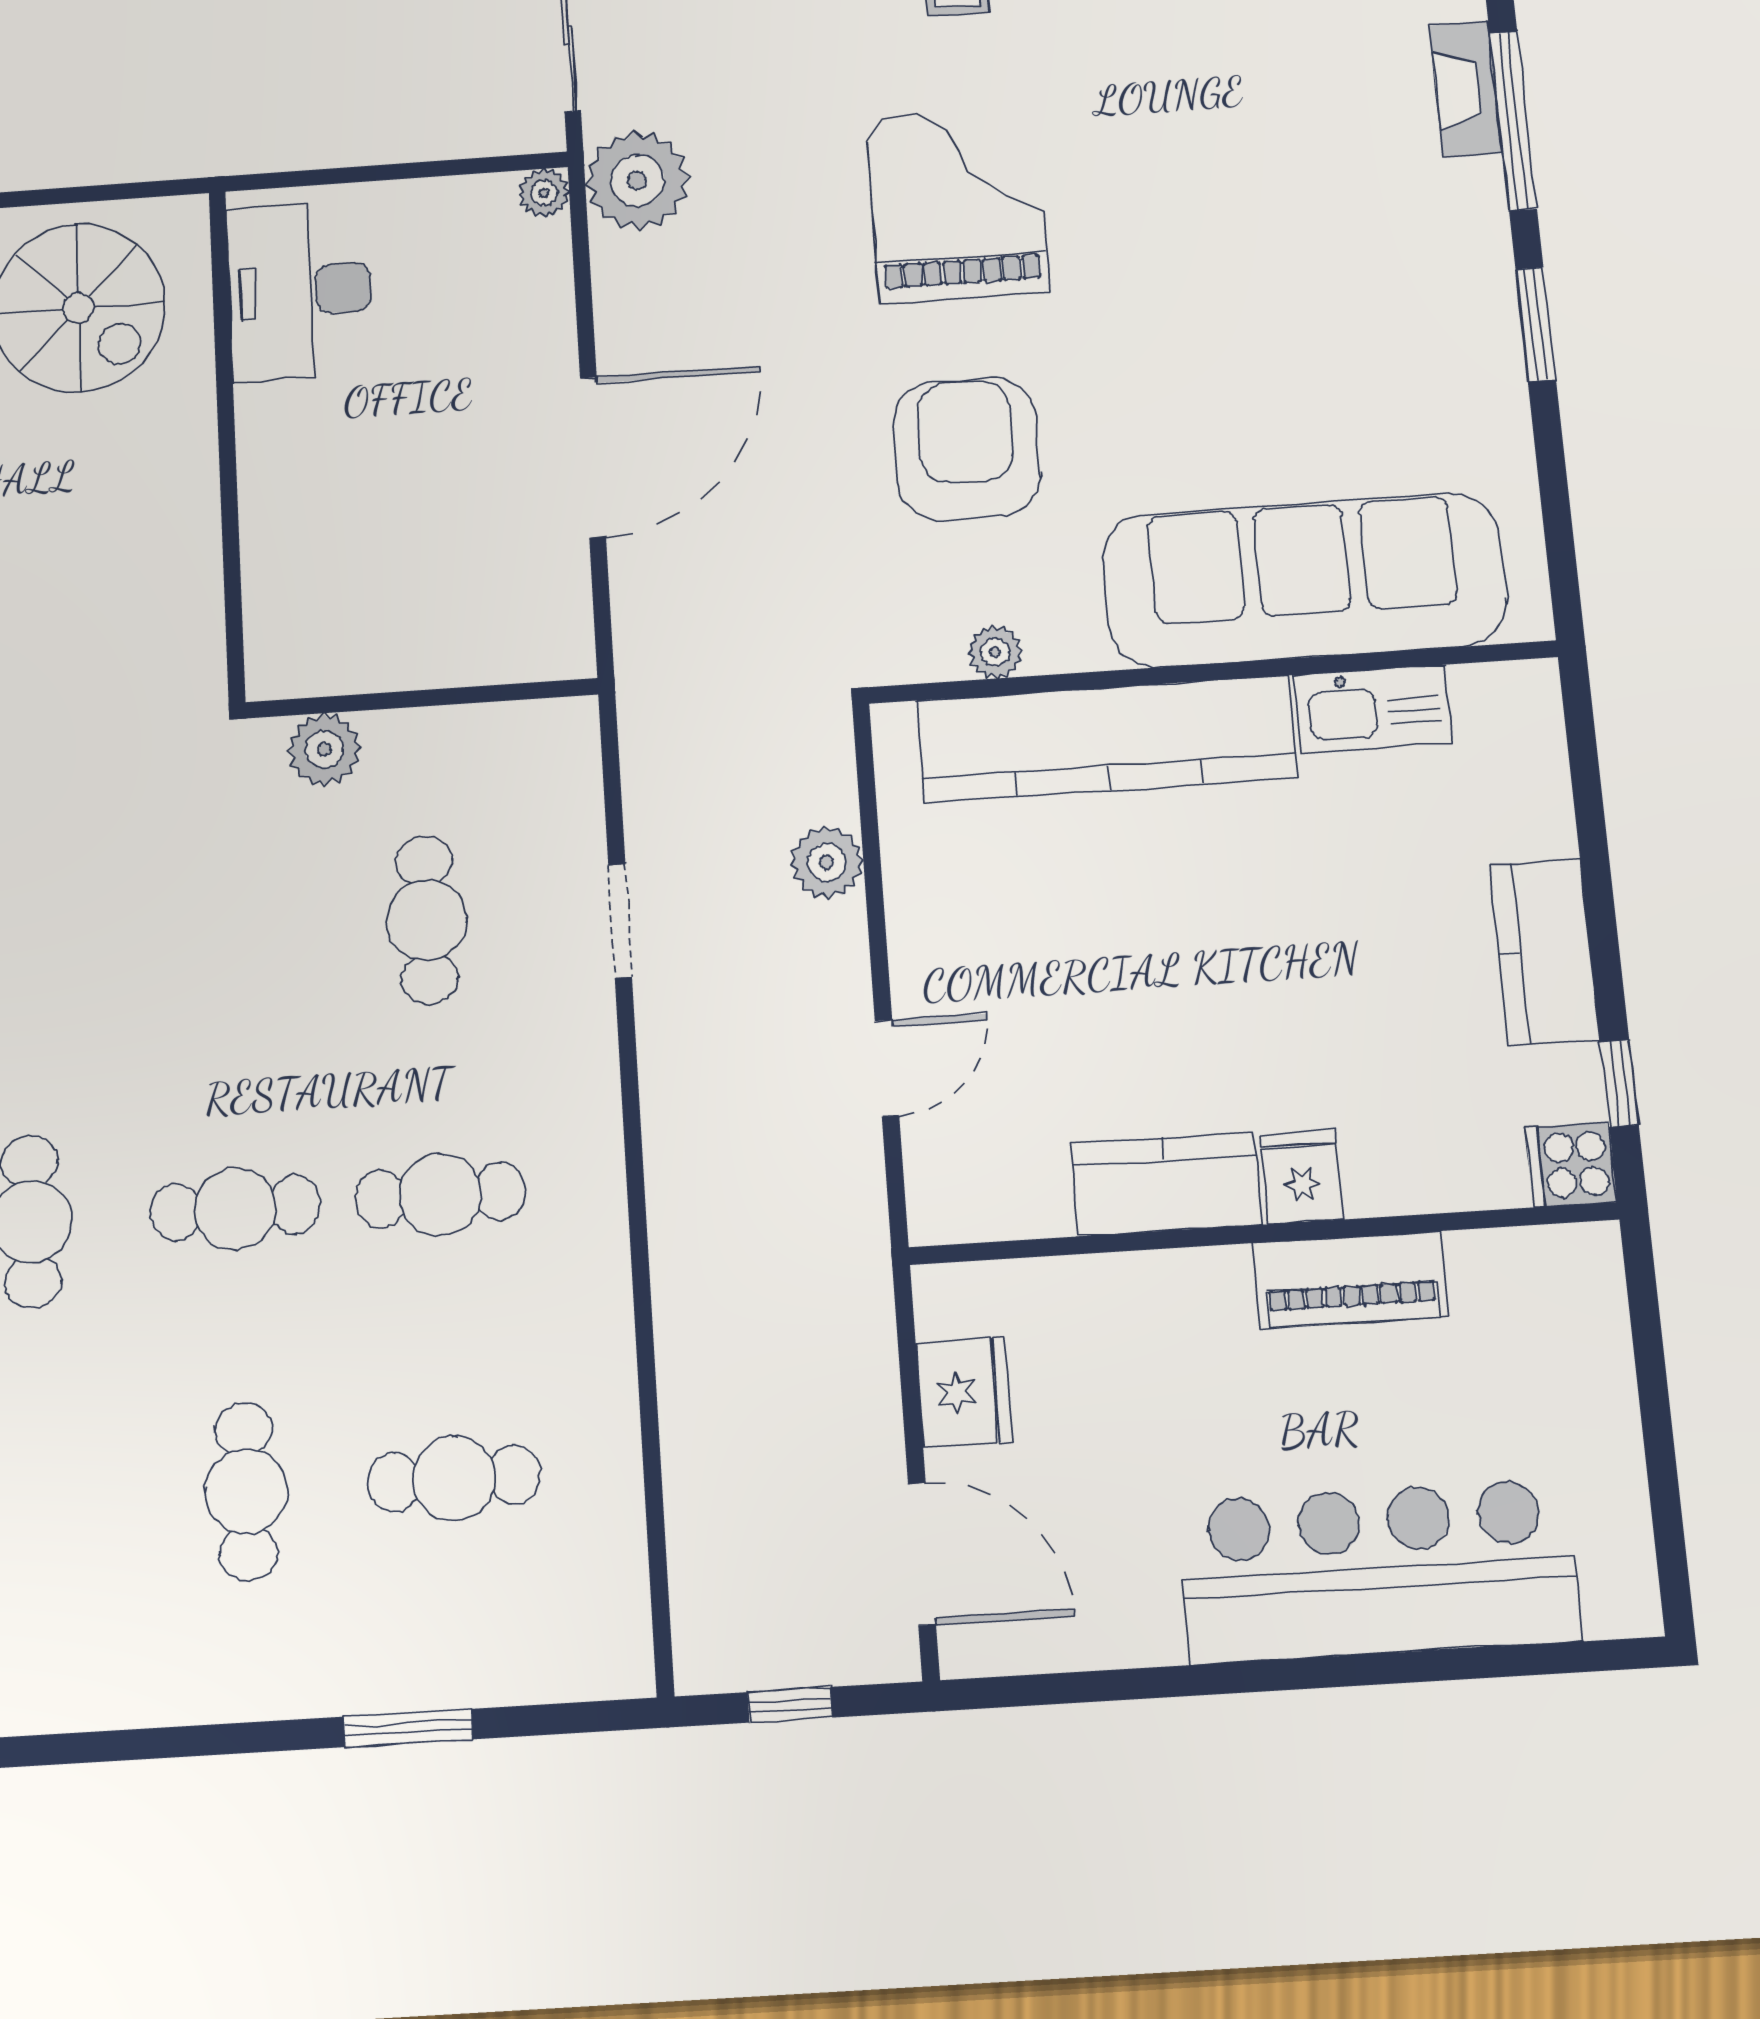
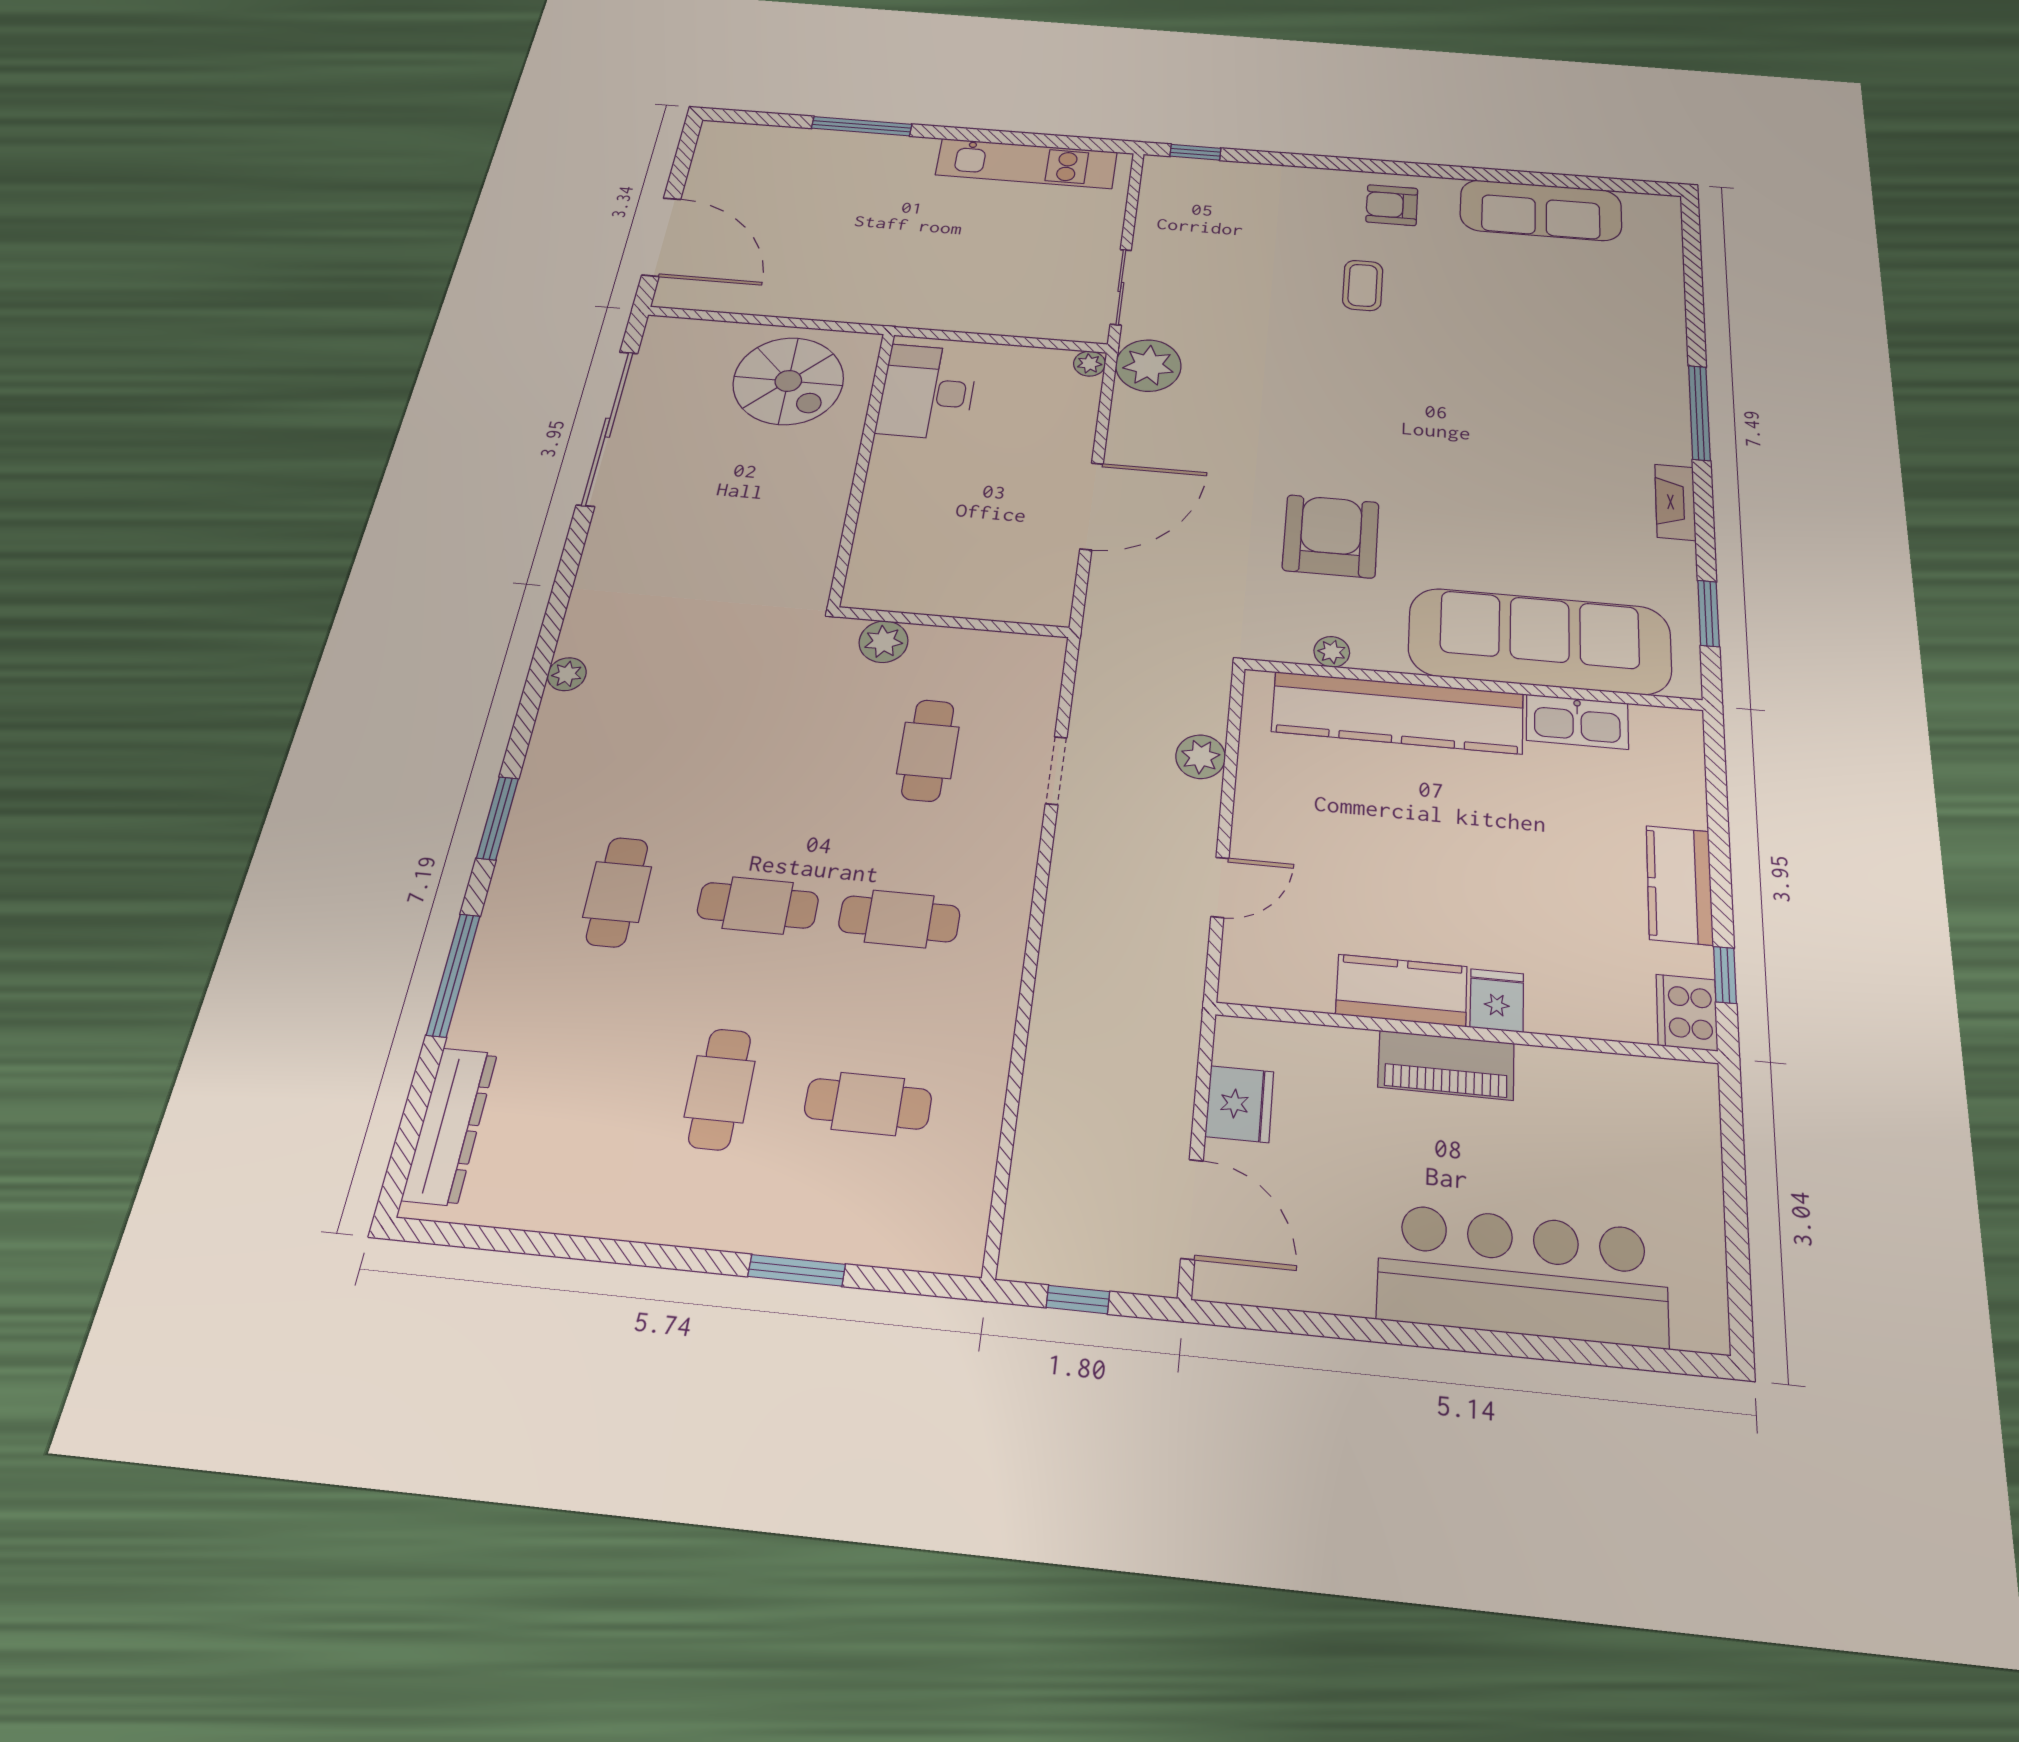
fireplace: (1466, 89) -> (1675, 502), moved
grand piano: (957, 204) -> (1345, 406), removed
window: (1536, 324) -> (1708, 613), moved
cooker: (1571, 1165) -> (1687, 1012), width x1.36
piano: (1350, 1280) -> (1446, 1065), moved

